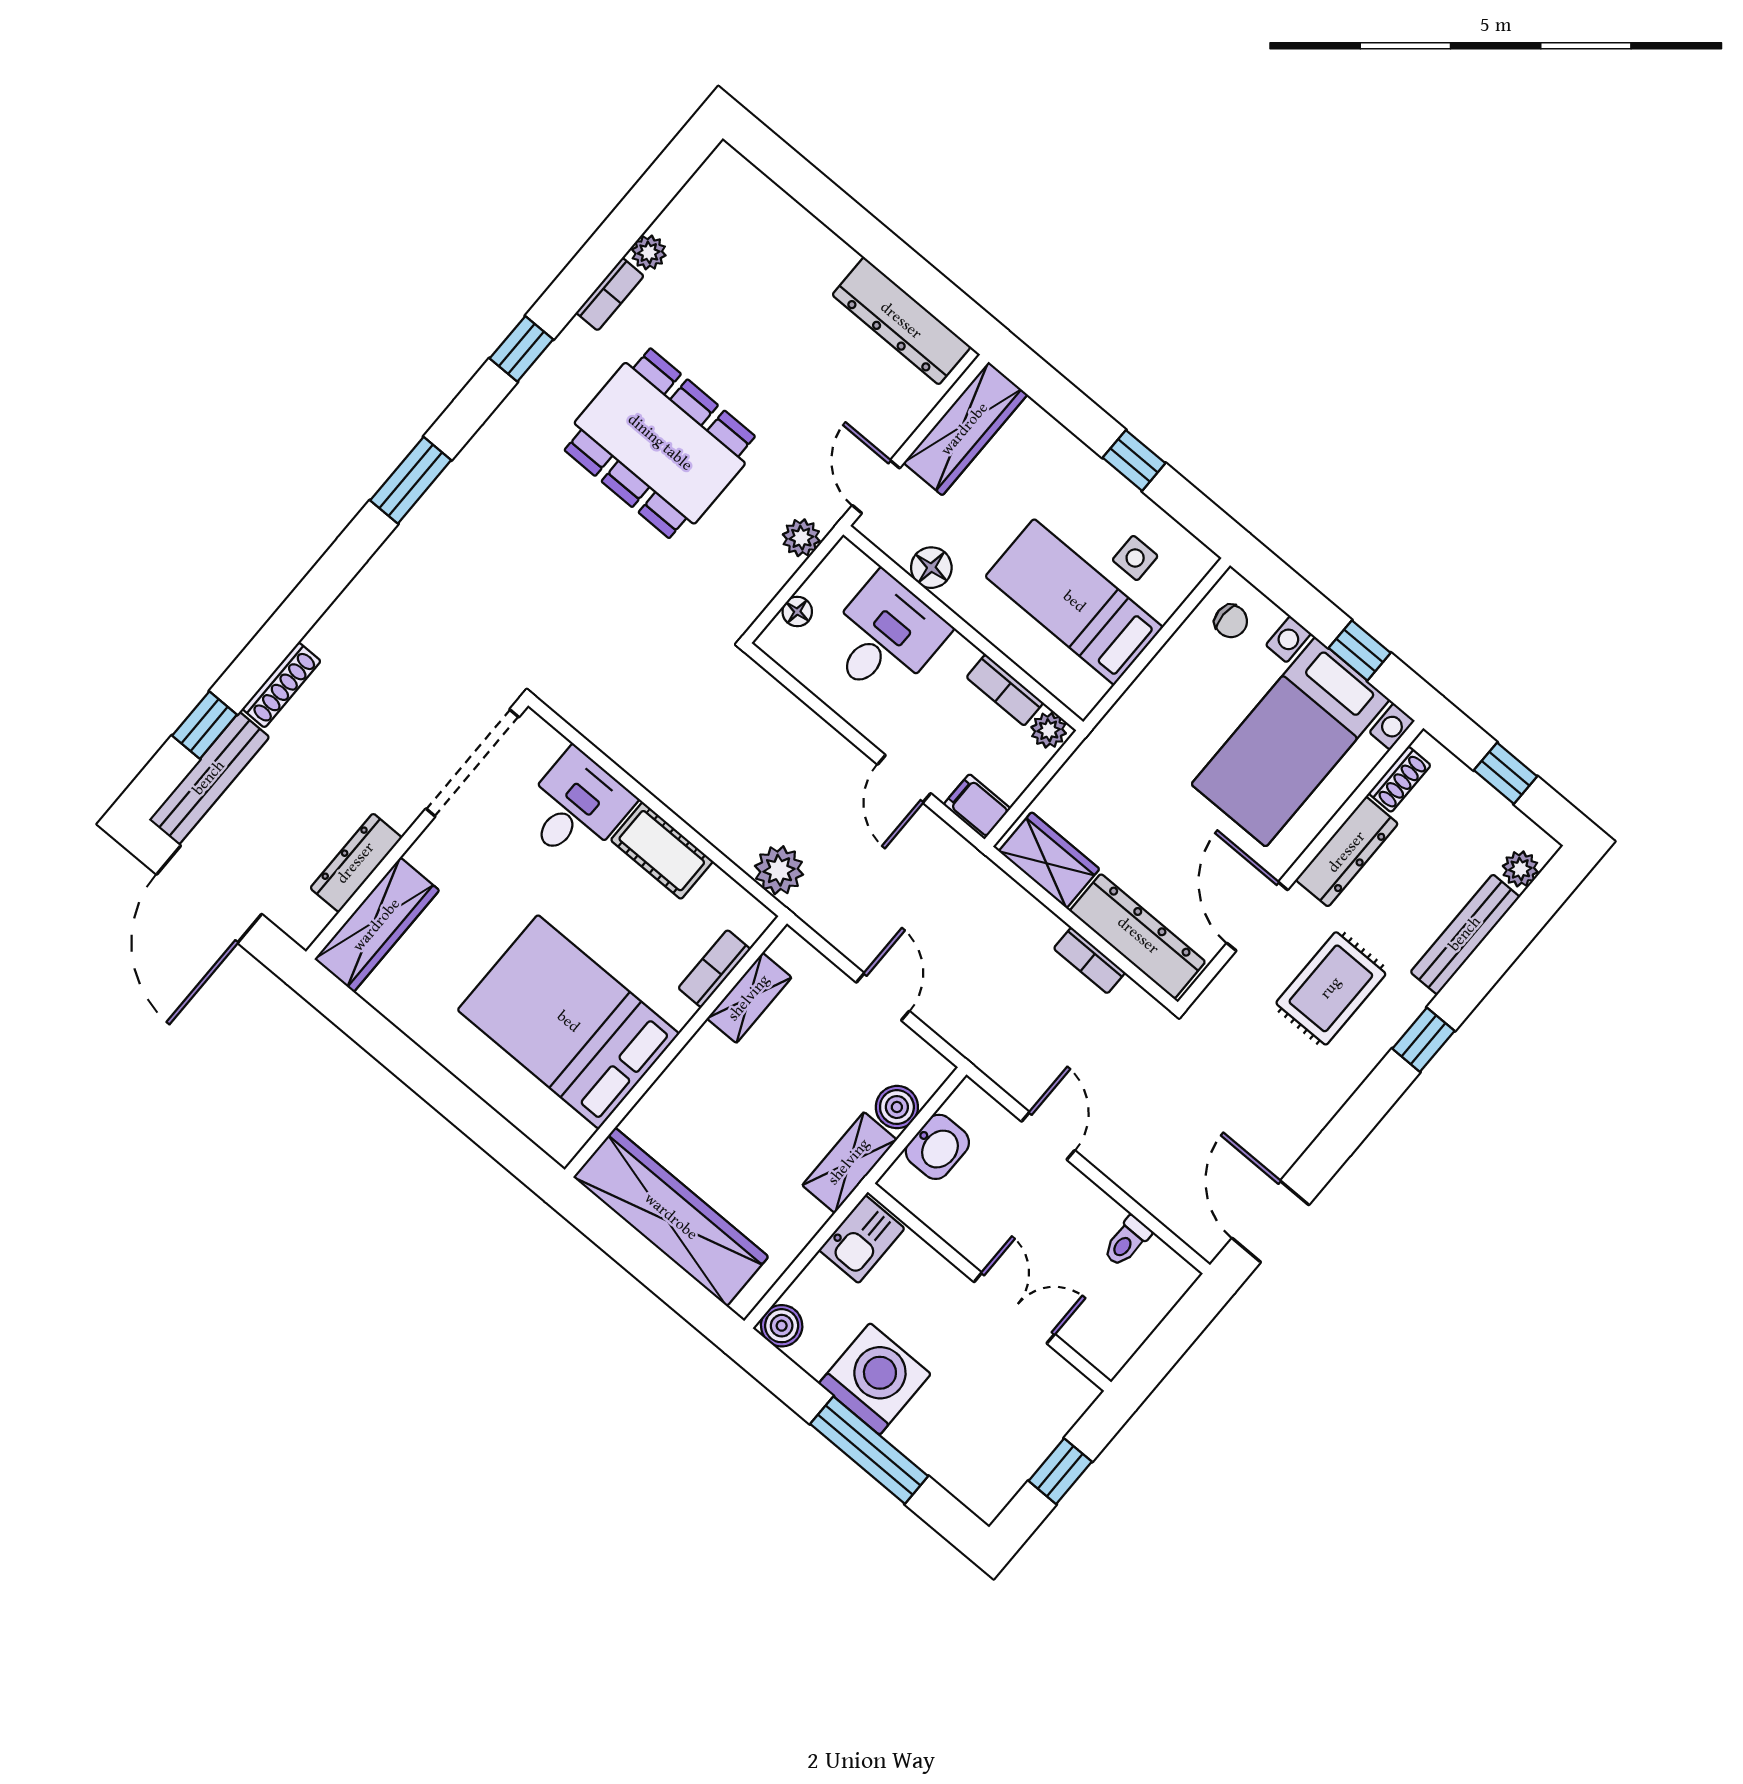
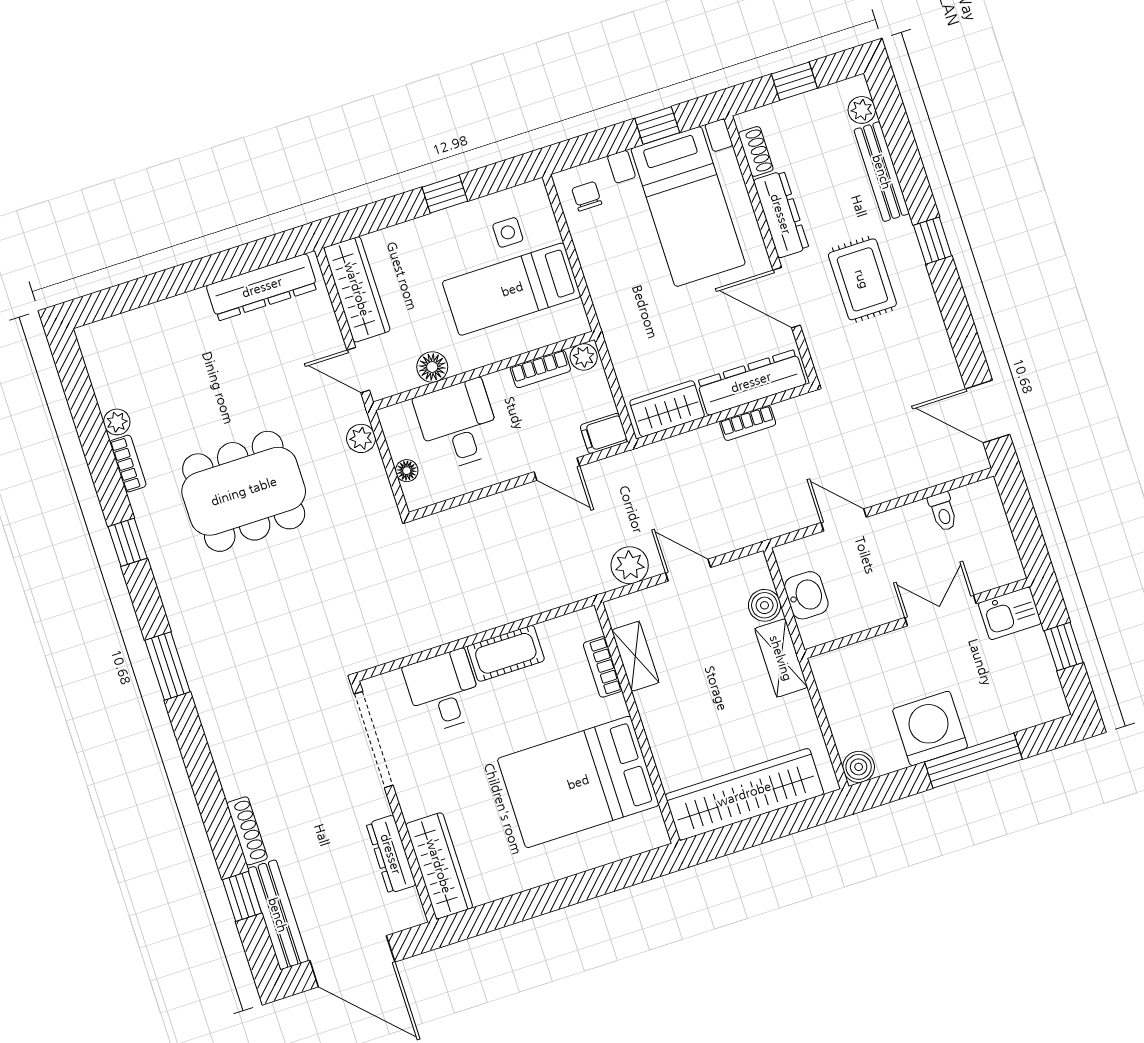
chair: (1231, 621) -> (587, 196), turned -90
plant: (779, 870) -> (630, 565), moved
kitchen sink: (862, 1239) -> (1010, 613), moved, turned 90

